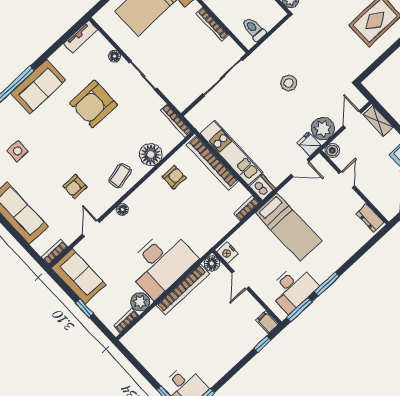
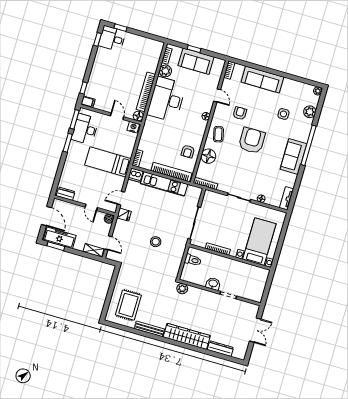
armchair: (94, 104) -> (252, 140), moved
plant: (323, 129) -> (121, 228), removed
sofa: (79, 276) -> (196, 61), moved

